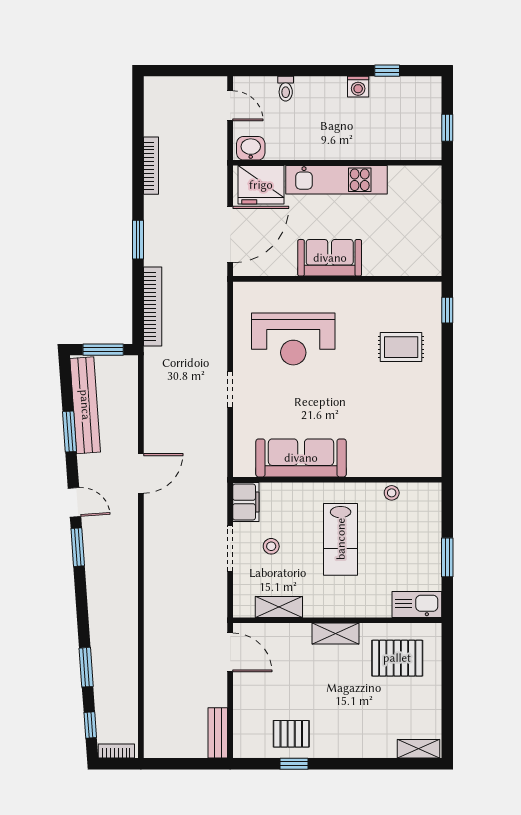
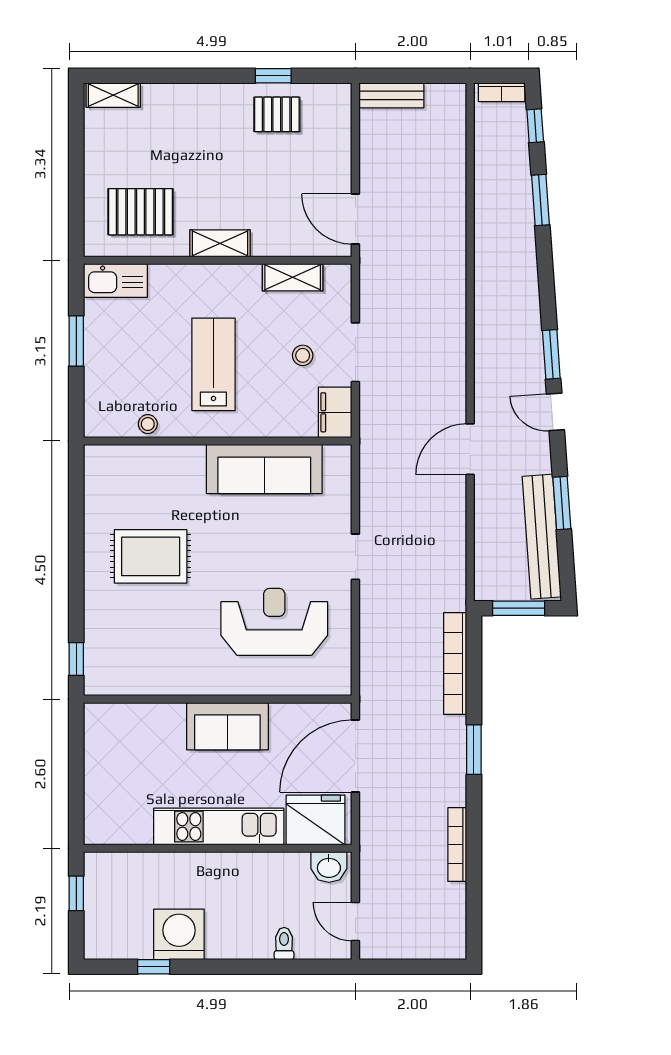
washing machine: (358, 87) -> (179, 934), width x1.89, depth x1.89
rug: (401, 347) -> (151, 556), moved, width x1.36, depth x1.43
bench: (218, 733) -> (391, 95), moved, turned 90

